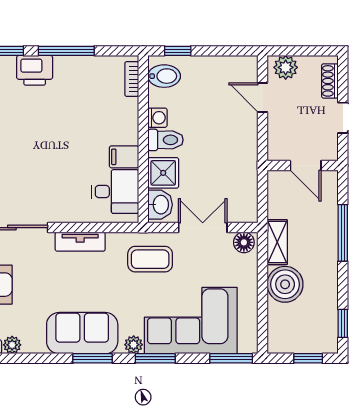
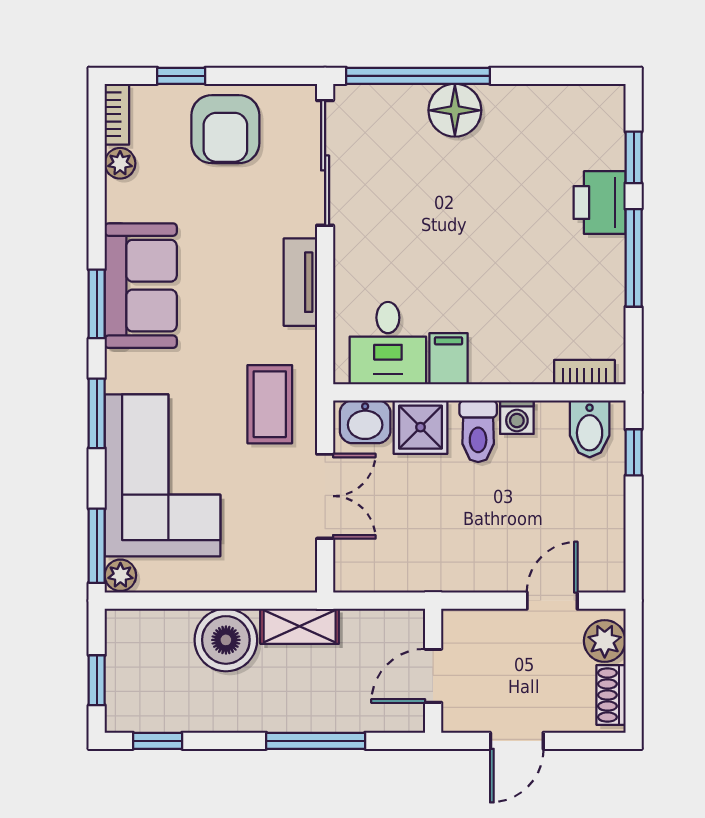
shoe rack: (330, 81) -> (611, 695), moved, turned -90
floor lamp: (244, 242) -> (299, 568), removed
plant: (134, 345) -> (120, 575), moved

